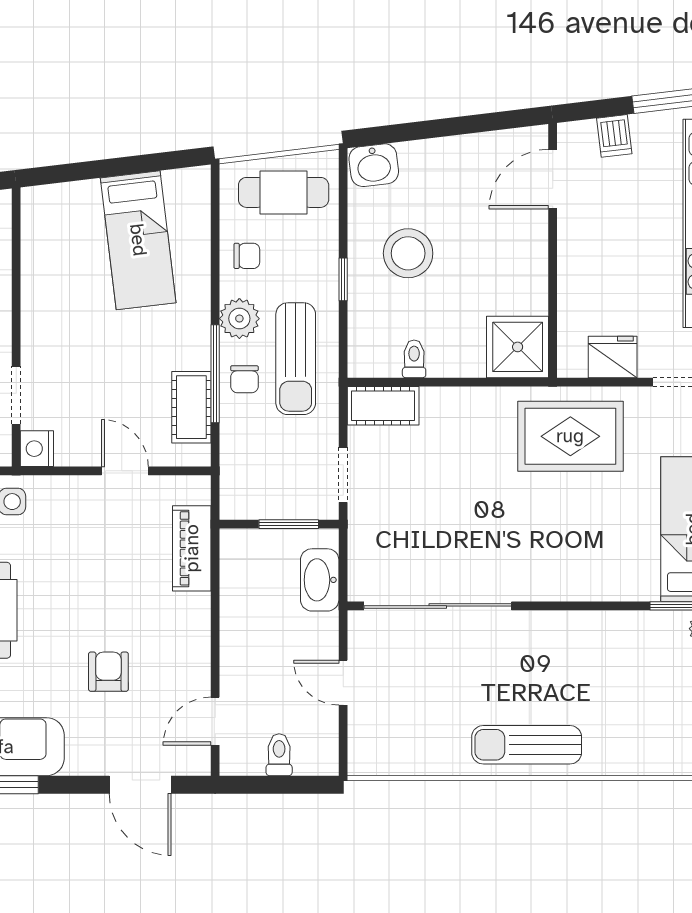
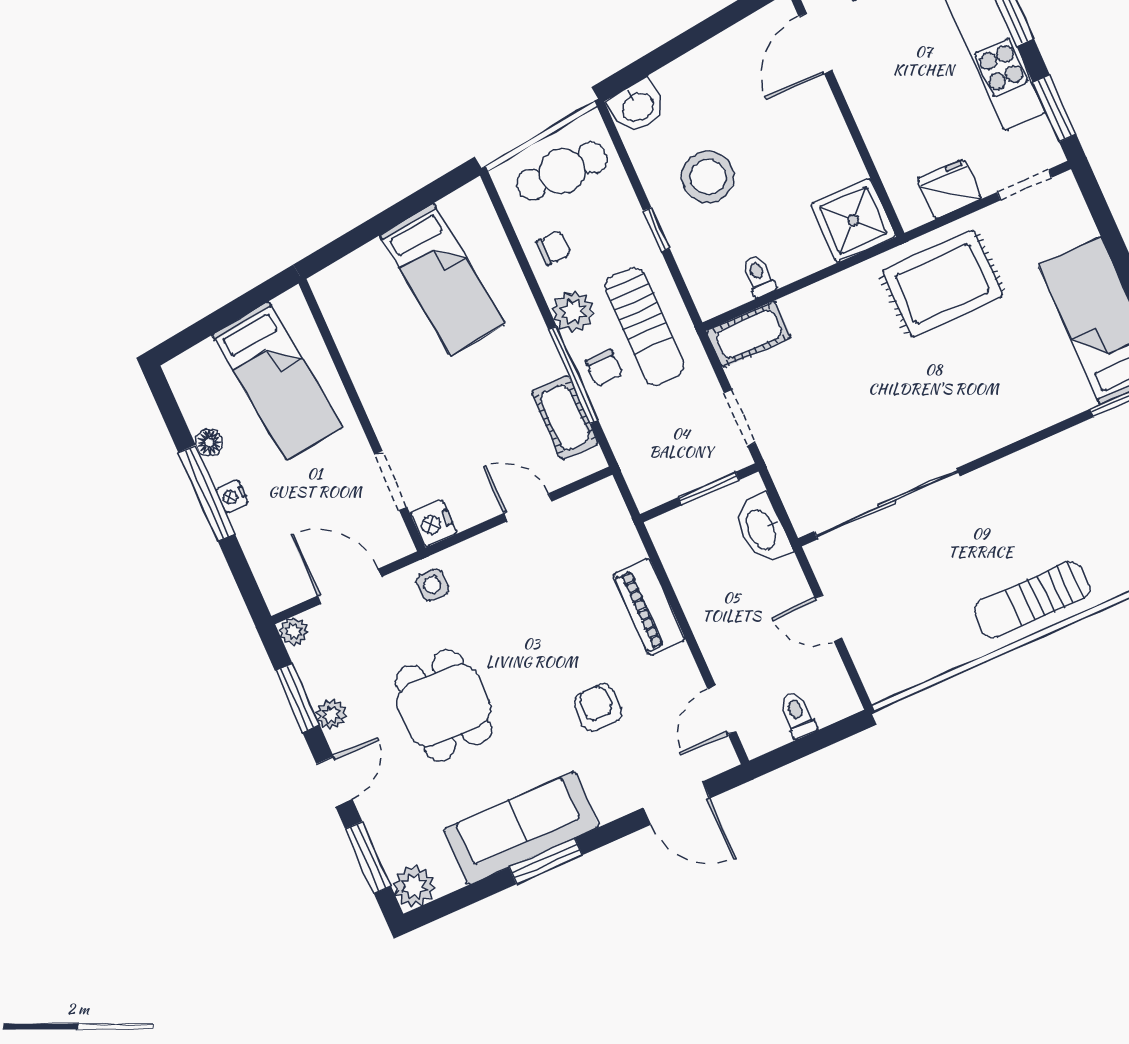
piano: (192, 548) -> (649, 607), moved

